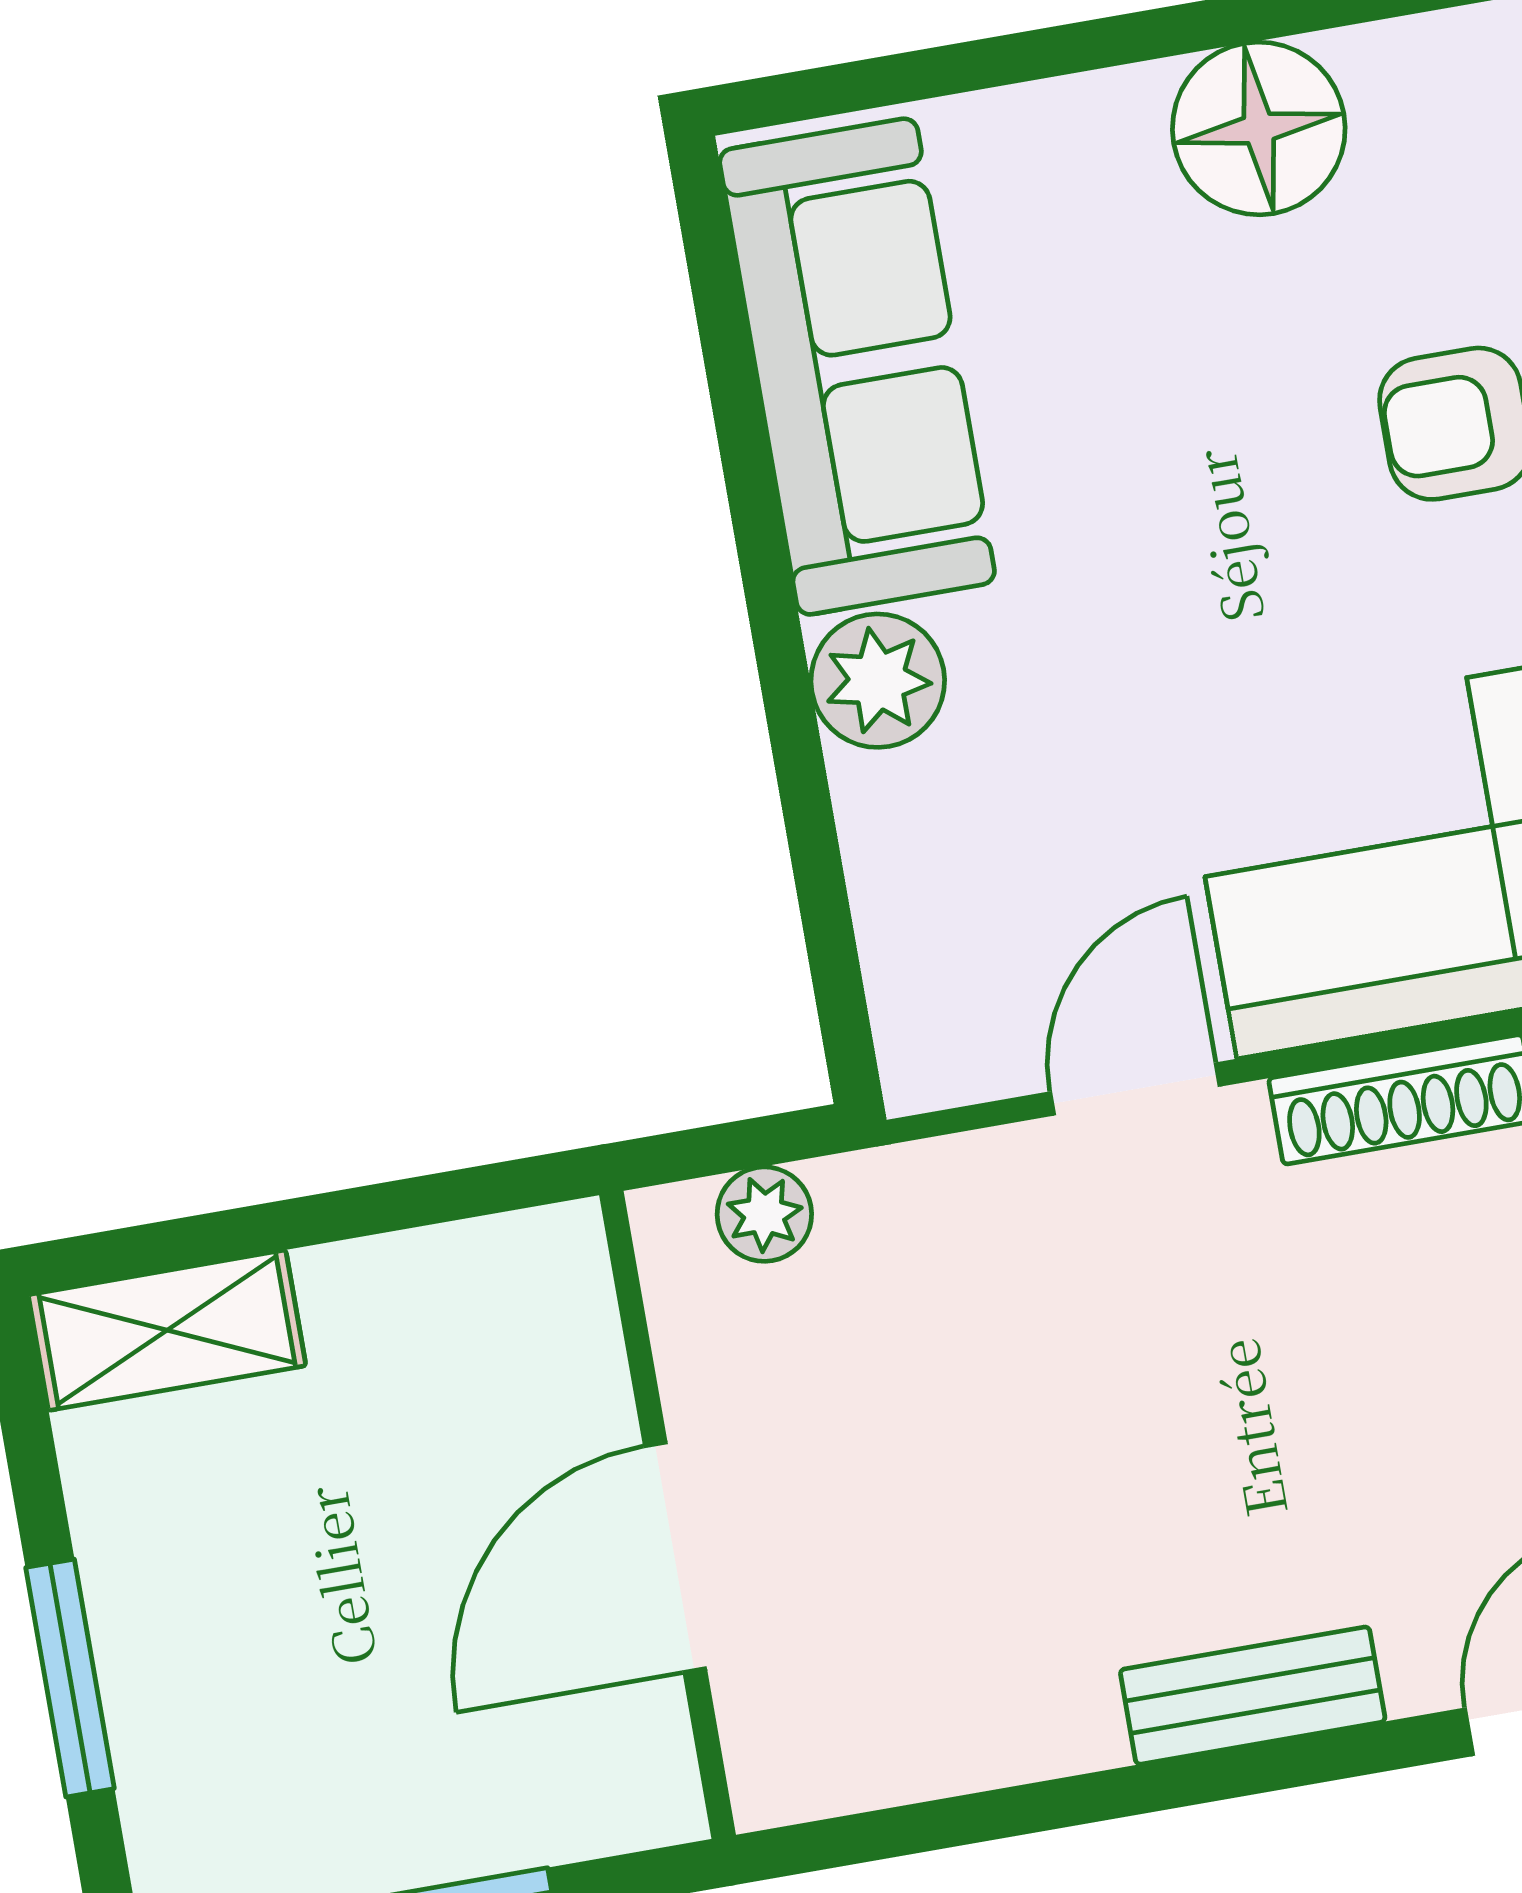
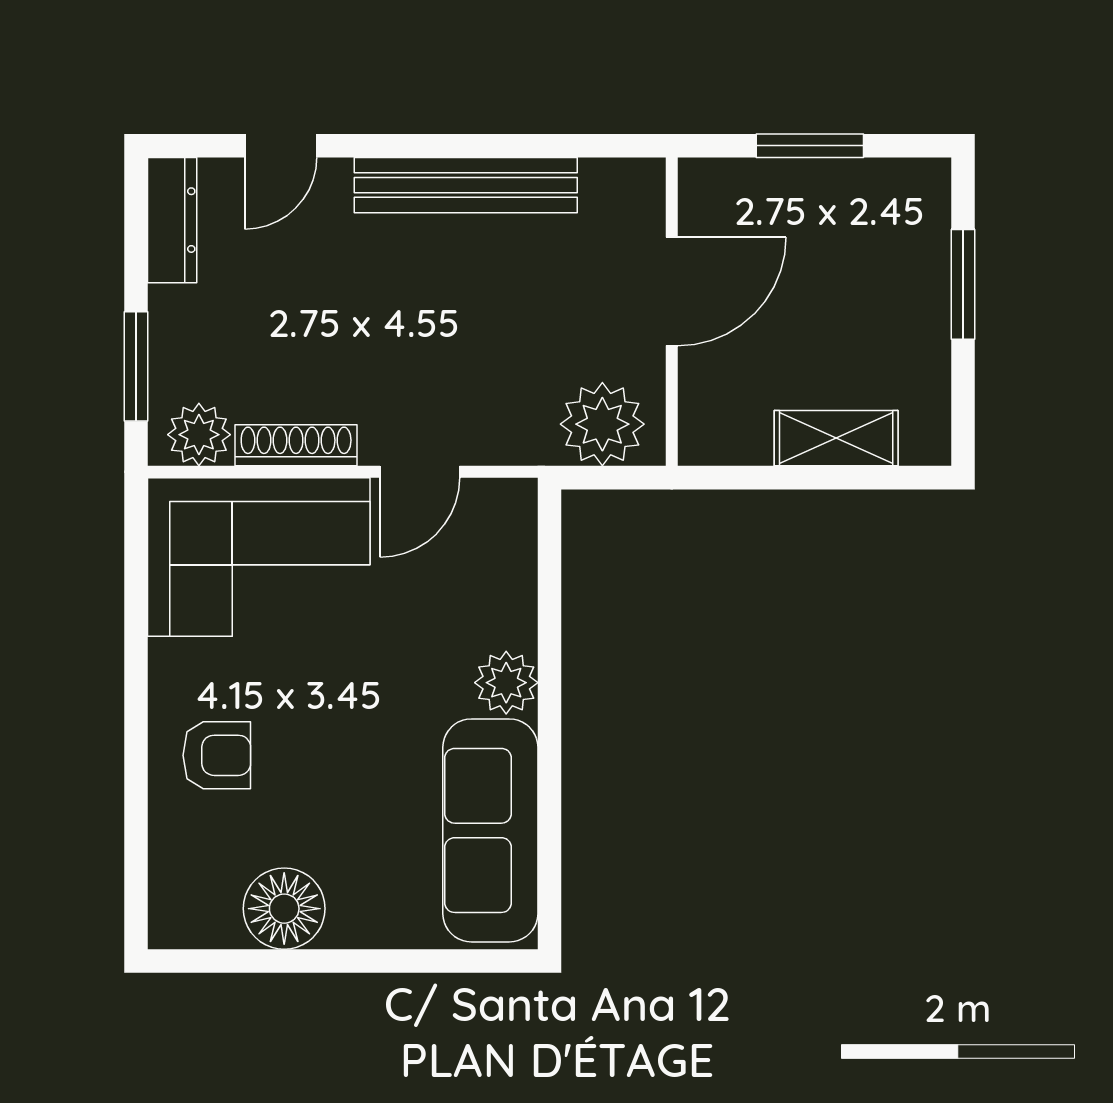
plant: (764, 1214) -> (602, 424), width x1.88, depth x1.88
shelving: (167, 1330) -> (836, 438), moved
bench: (1253, 1696) -> (466, 185), width x1.86, depth x1.21

